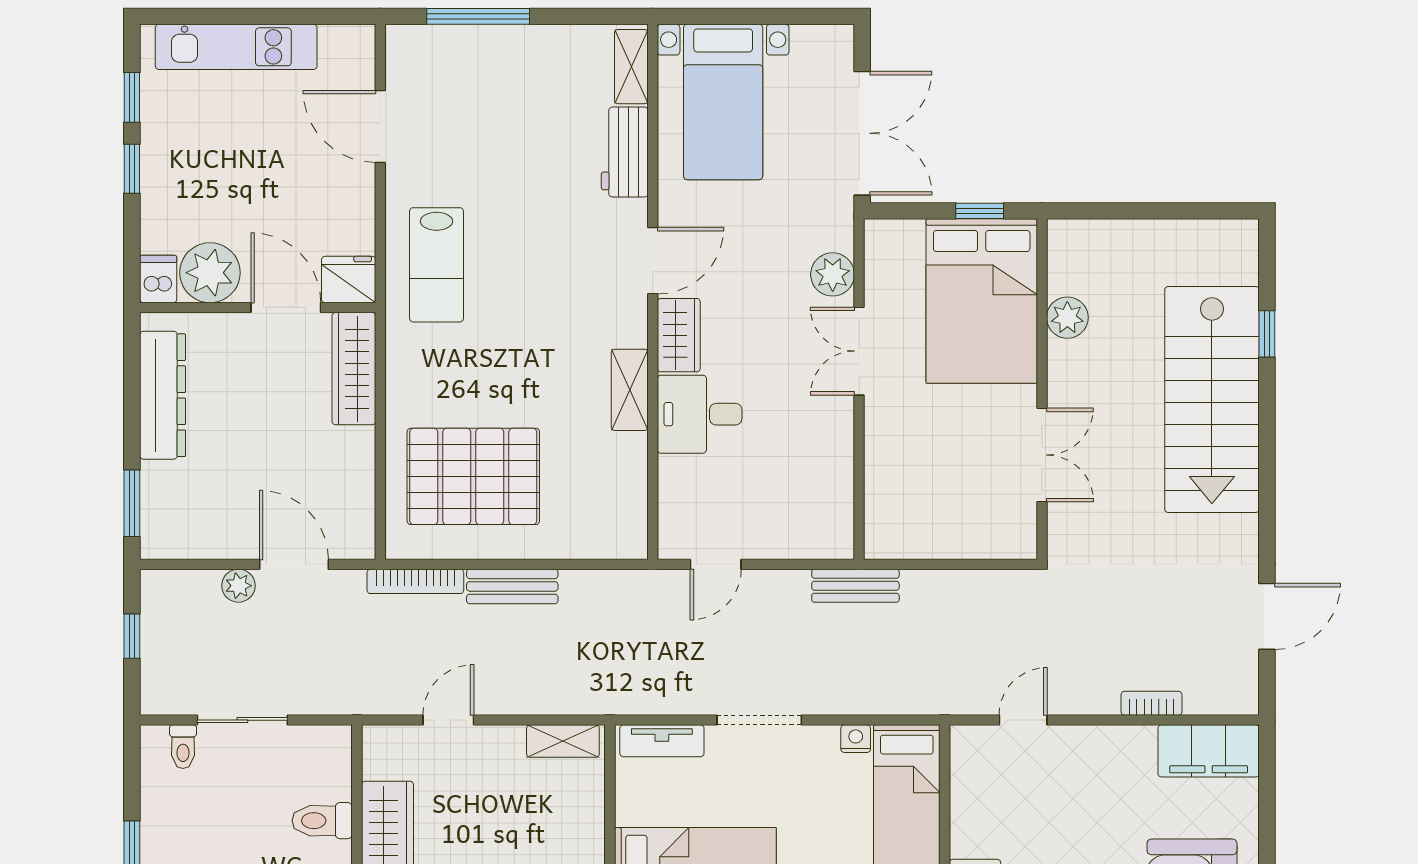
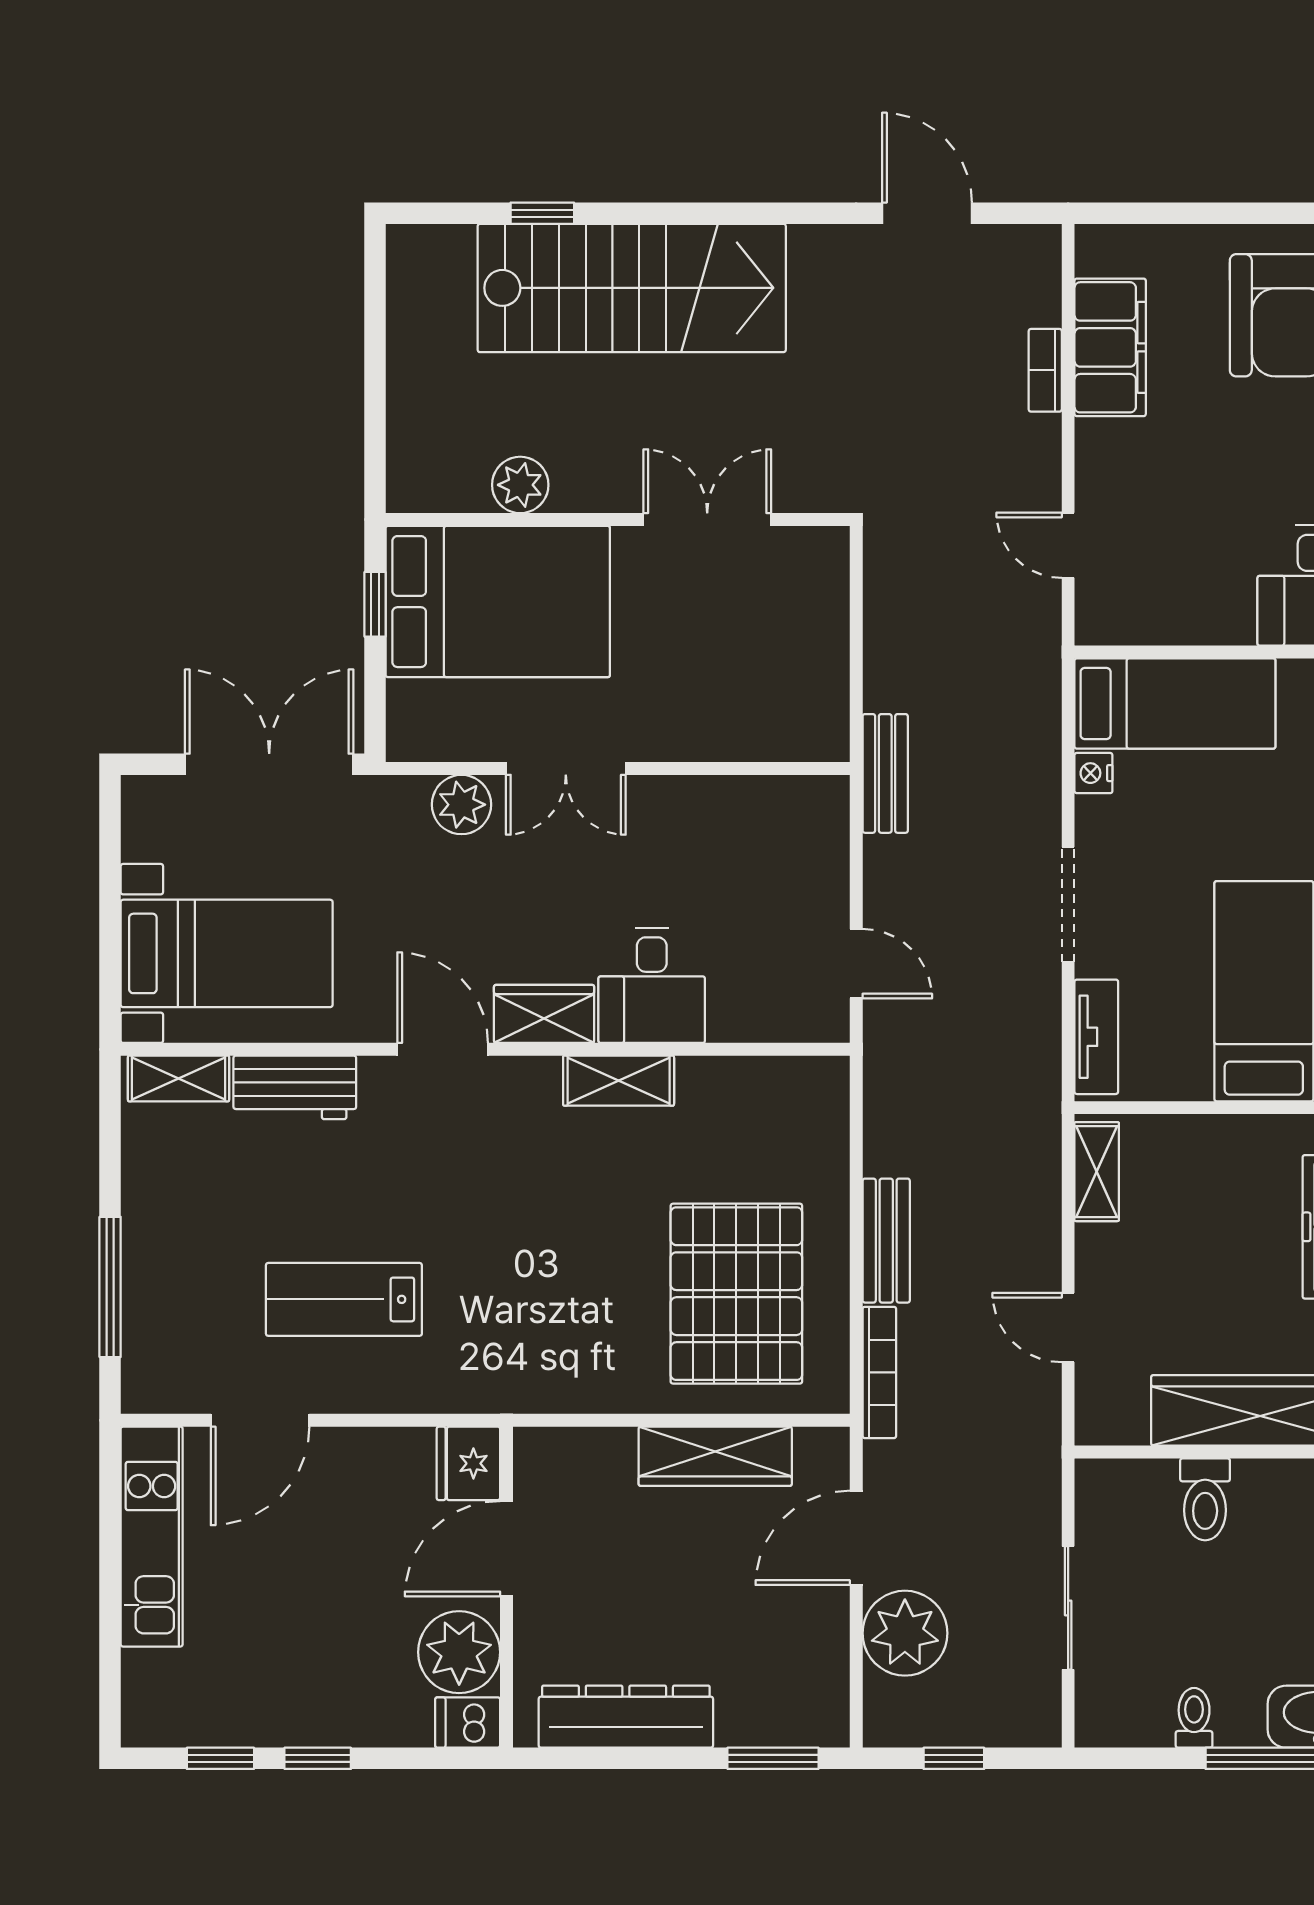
kitchen unit: (236, 47) -> (152, 1537), moved
lab bench: (436, 265) -> (344, 1299), moved, turned 180
wardrobe: (354, 369) -> (715, 1456), moved
plant: (238, 586) -> (905, 1633), width x1.88, depth x1.88
toilet: (183, 747) -> (1194, 1718), moved, turned -90
filing cabinet: (1209, 751) -> (1110, 347), moved

